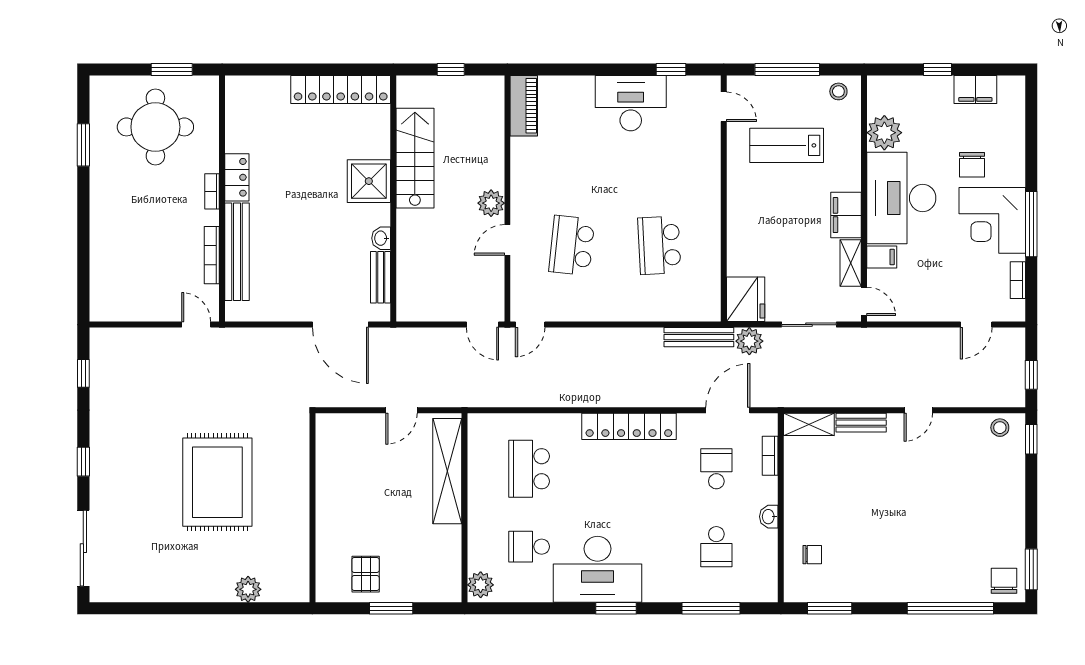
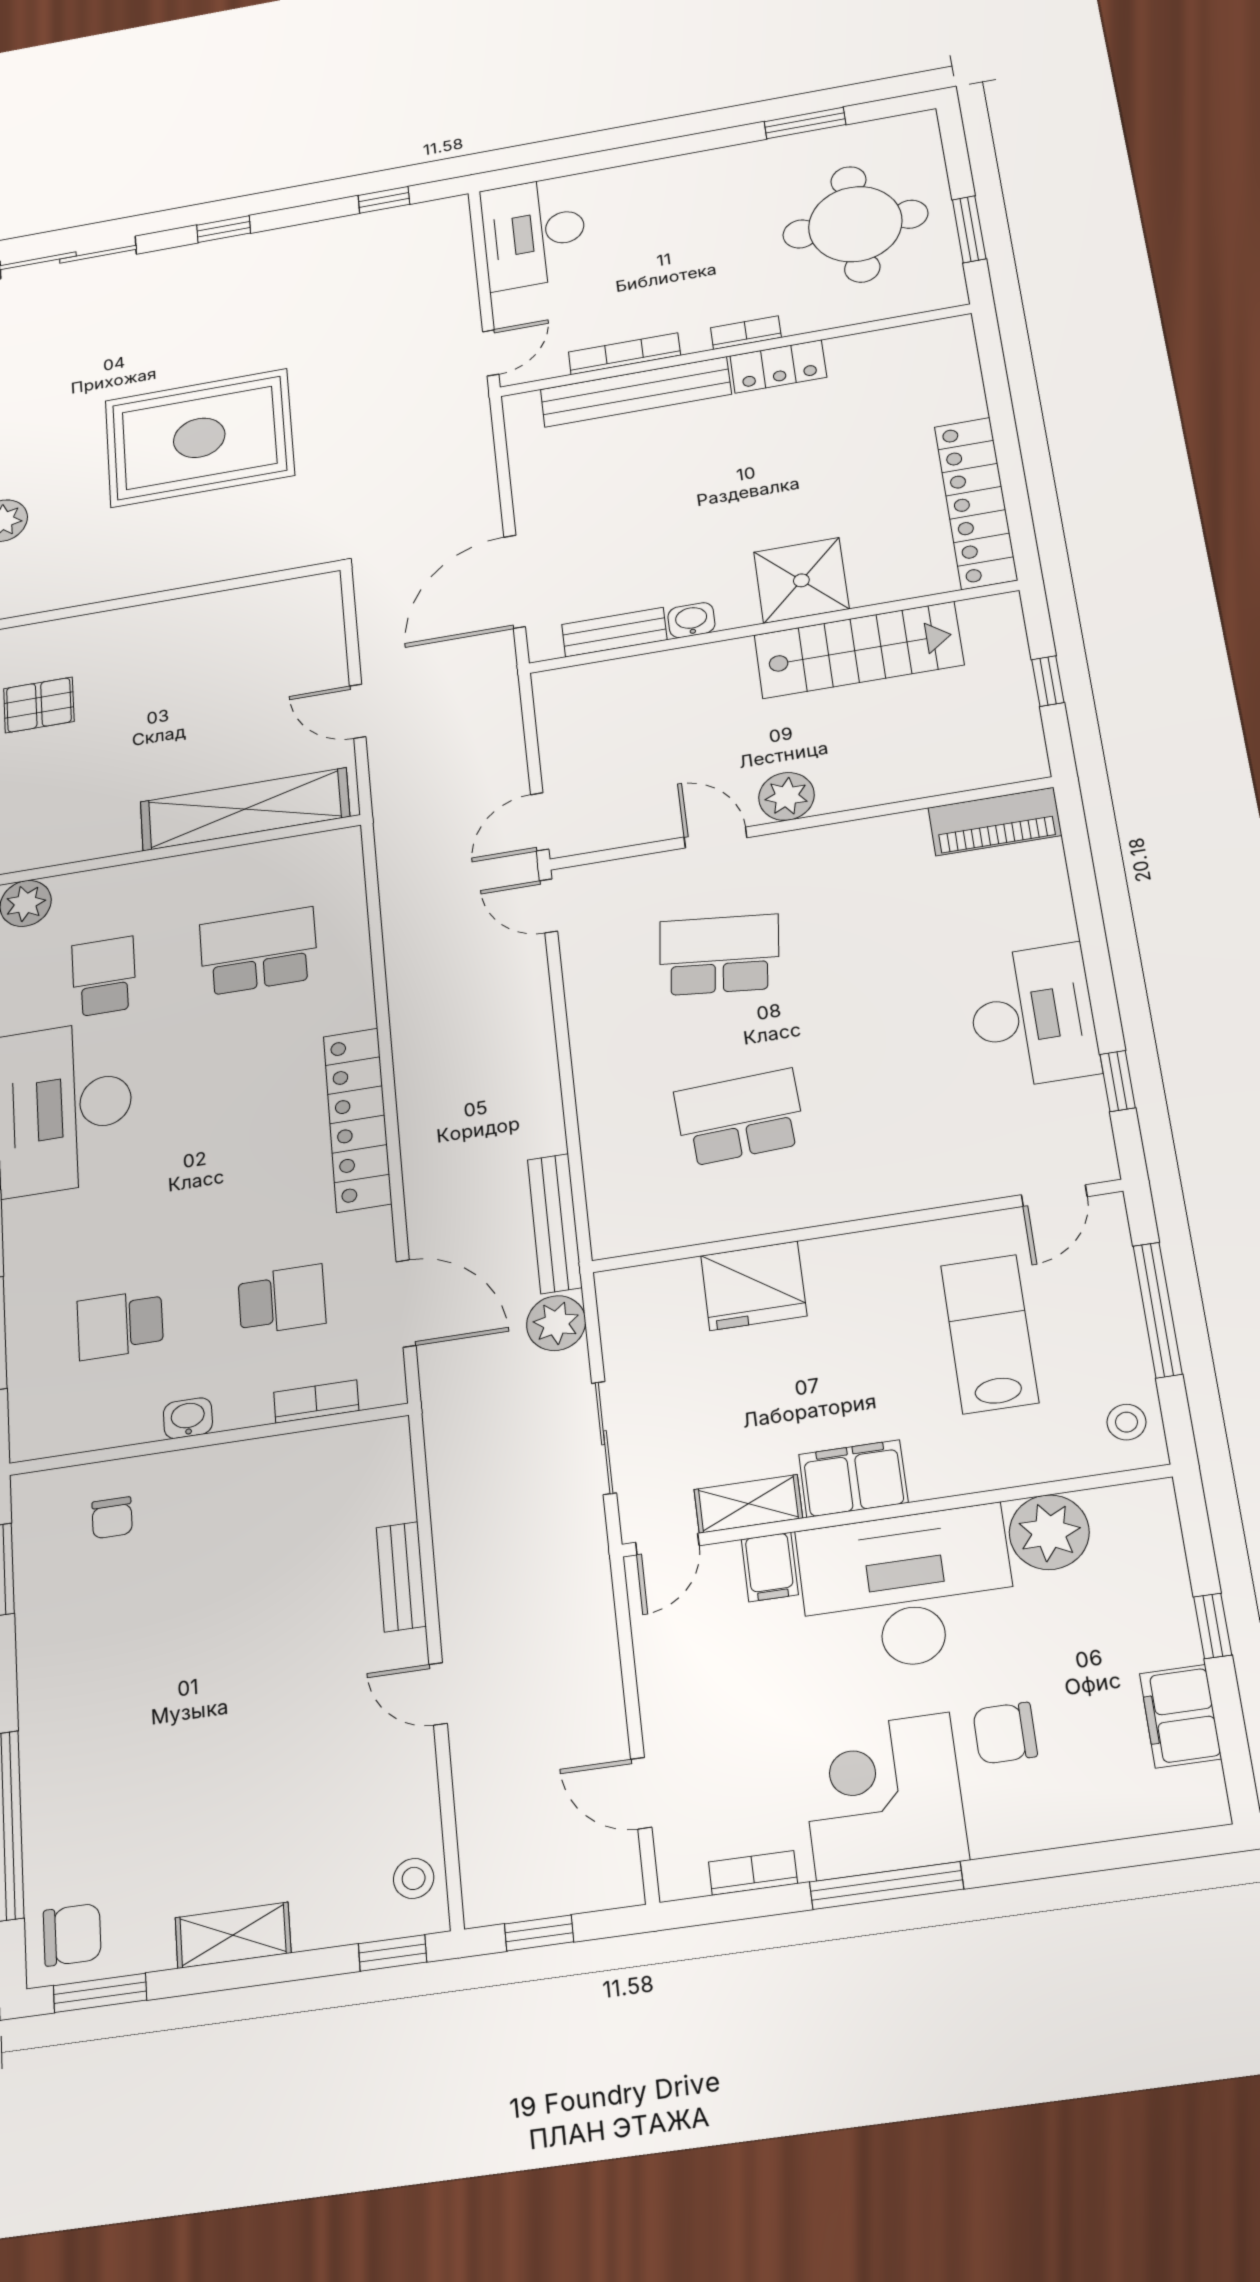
desk: (123, 295) -> (534, 233), added
fridge: (746, 299) -> (754, 1286), moved
shelving: (809, 424) -> (233, 1935), moved, turned 90

